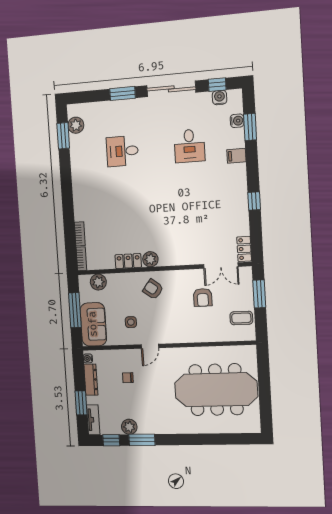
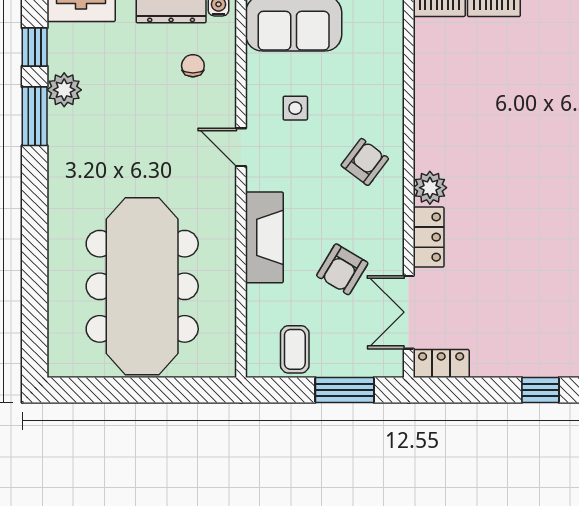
plant: (150, 259) -> (430, 188), moved
locker: (128, 261) -> (429, 237), moved
plant: (98, 282) -> (386, 41), removed
armchair: (203, 297) -> (342, 269), turned -59
fireplace: (190, 334) -> (264, 237), added
chair: (128, 378) -> (193, 66), moved

